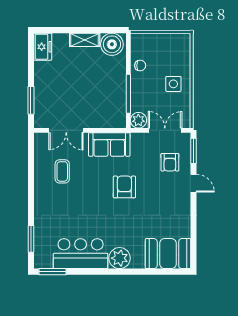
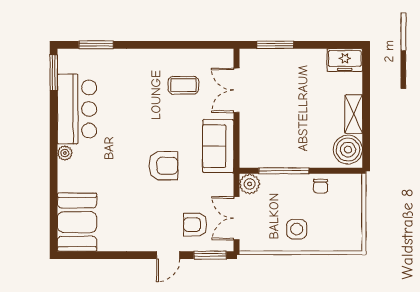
double door: (165, 130) -> (236, 218), swing flipped
plant: (120, 258) -> (65, 153), width x0.53, depth x0.53

